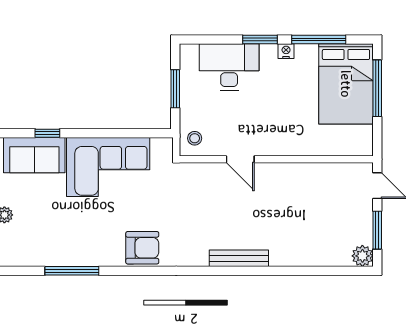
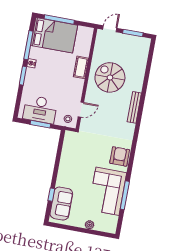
desk: (229, 67) -> (40, 109), moved, turned -90
cot: (295, 145) -> (81, 67), added
door: (240, 159) -> (81, 110), moved
corner sofa: (108, 167) -> (107, 191), moved, turned 180
spiral stairs: (286, 203) -> (110, 77), added
plant: (362, 256) -> (145, 43), removed

